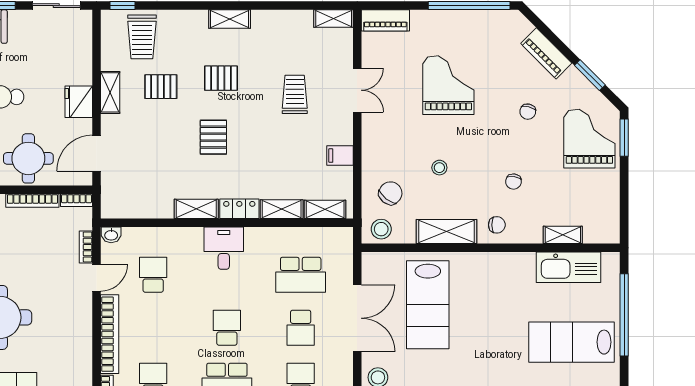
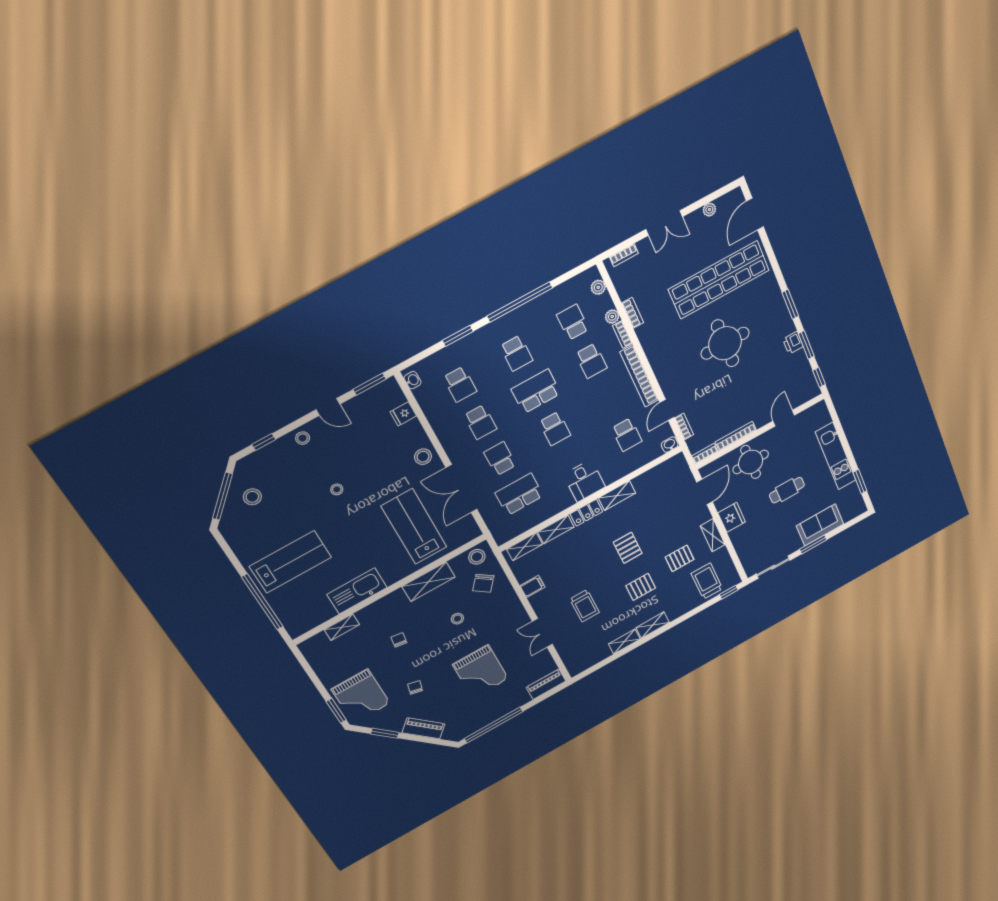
shelving: (334, 19) -> (624, 641), moved
chair: (497, 225) -> (394, 606), removed
kitchen sink: (569, 267) -> (357, 591), moved

